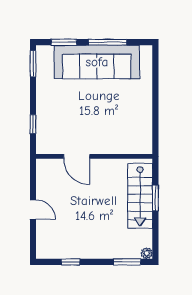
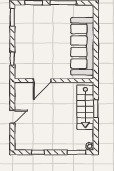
sofa: (97, 62) -> (82, 46), moved, turned 90
door: (77, 156) -> (42, 80), hinge flipped
door: (33, 210) -> (12, 117), hinge flipped

